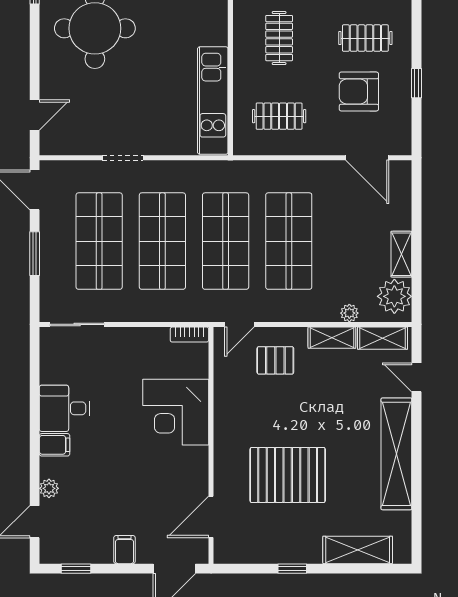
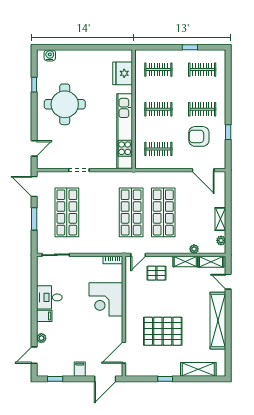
clothes rail: (279, 38) -> (158, 109), turned 90
kitchen unit: (213, 101) -> (125, 131), width x1.36
shop shelf: (162, 241) -> (99, 212), removed
plant: (394, 296) -> (221, 240), width x0.53, depth x0.53

